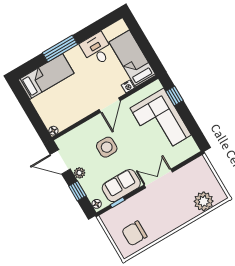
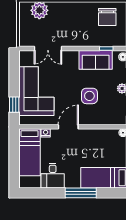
double door: (158, 178) -> (48, 48), moved
chair: (134, 233) -> (107, 17), turned 90

